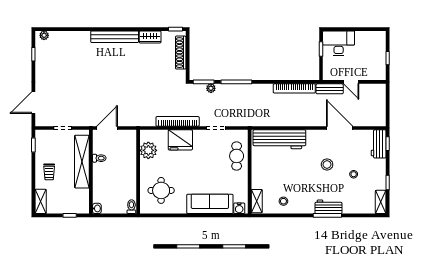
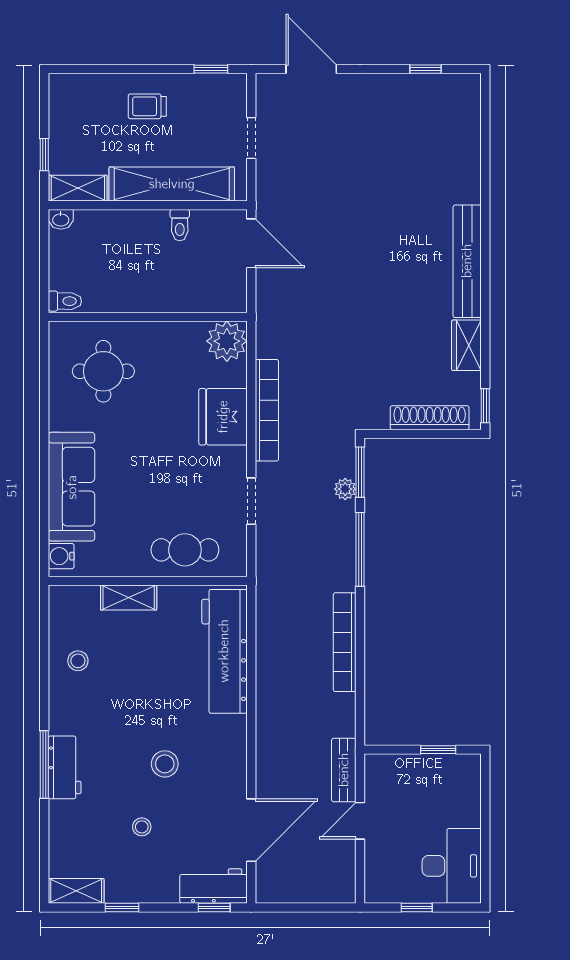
plant: (44, 35) -> (470, 94), removed
desk: (339, 43) -> (452, 866), moved
bookcase: (294, 88) -> (345, 642), moved
door: (340, 128) -> (251, 830), moved
plant: (148, 150) -> (227, 341), moved
shelving: (41, 201) -> (78, 188), moved
shelving: (257, 201) -> (129, 598), moved

